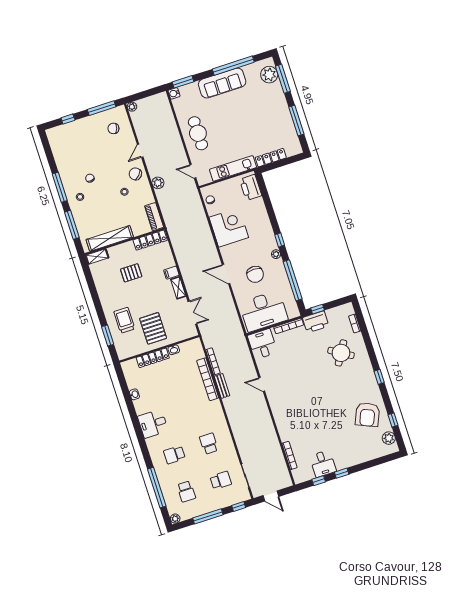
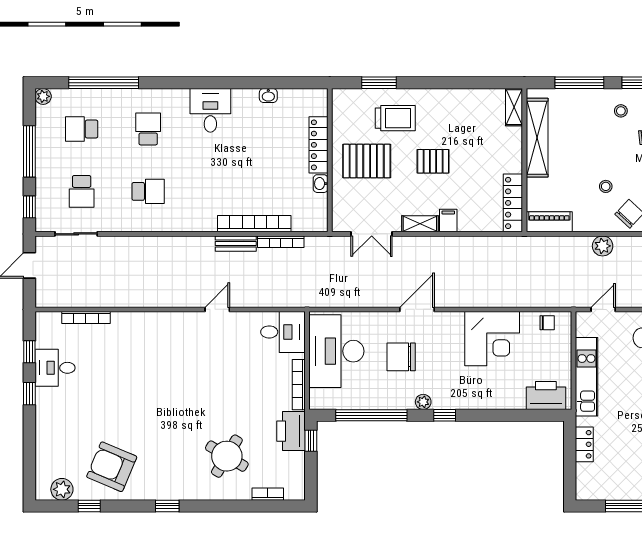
locker: (271, 158) -> (584, 444), width x0.66
pallet: (131, 273) -> (433, 161), moved, turned 90

